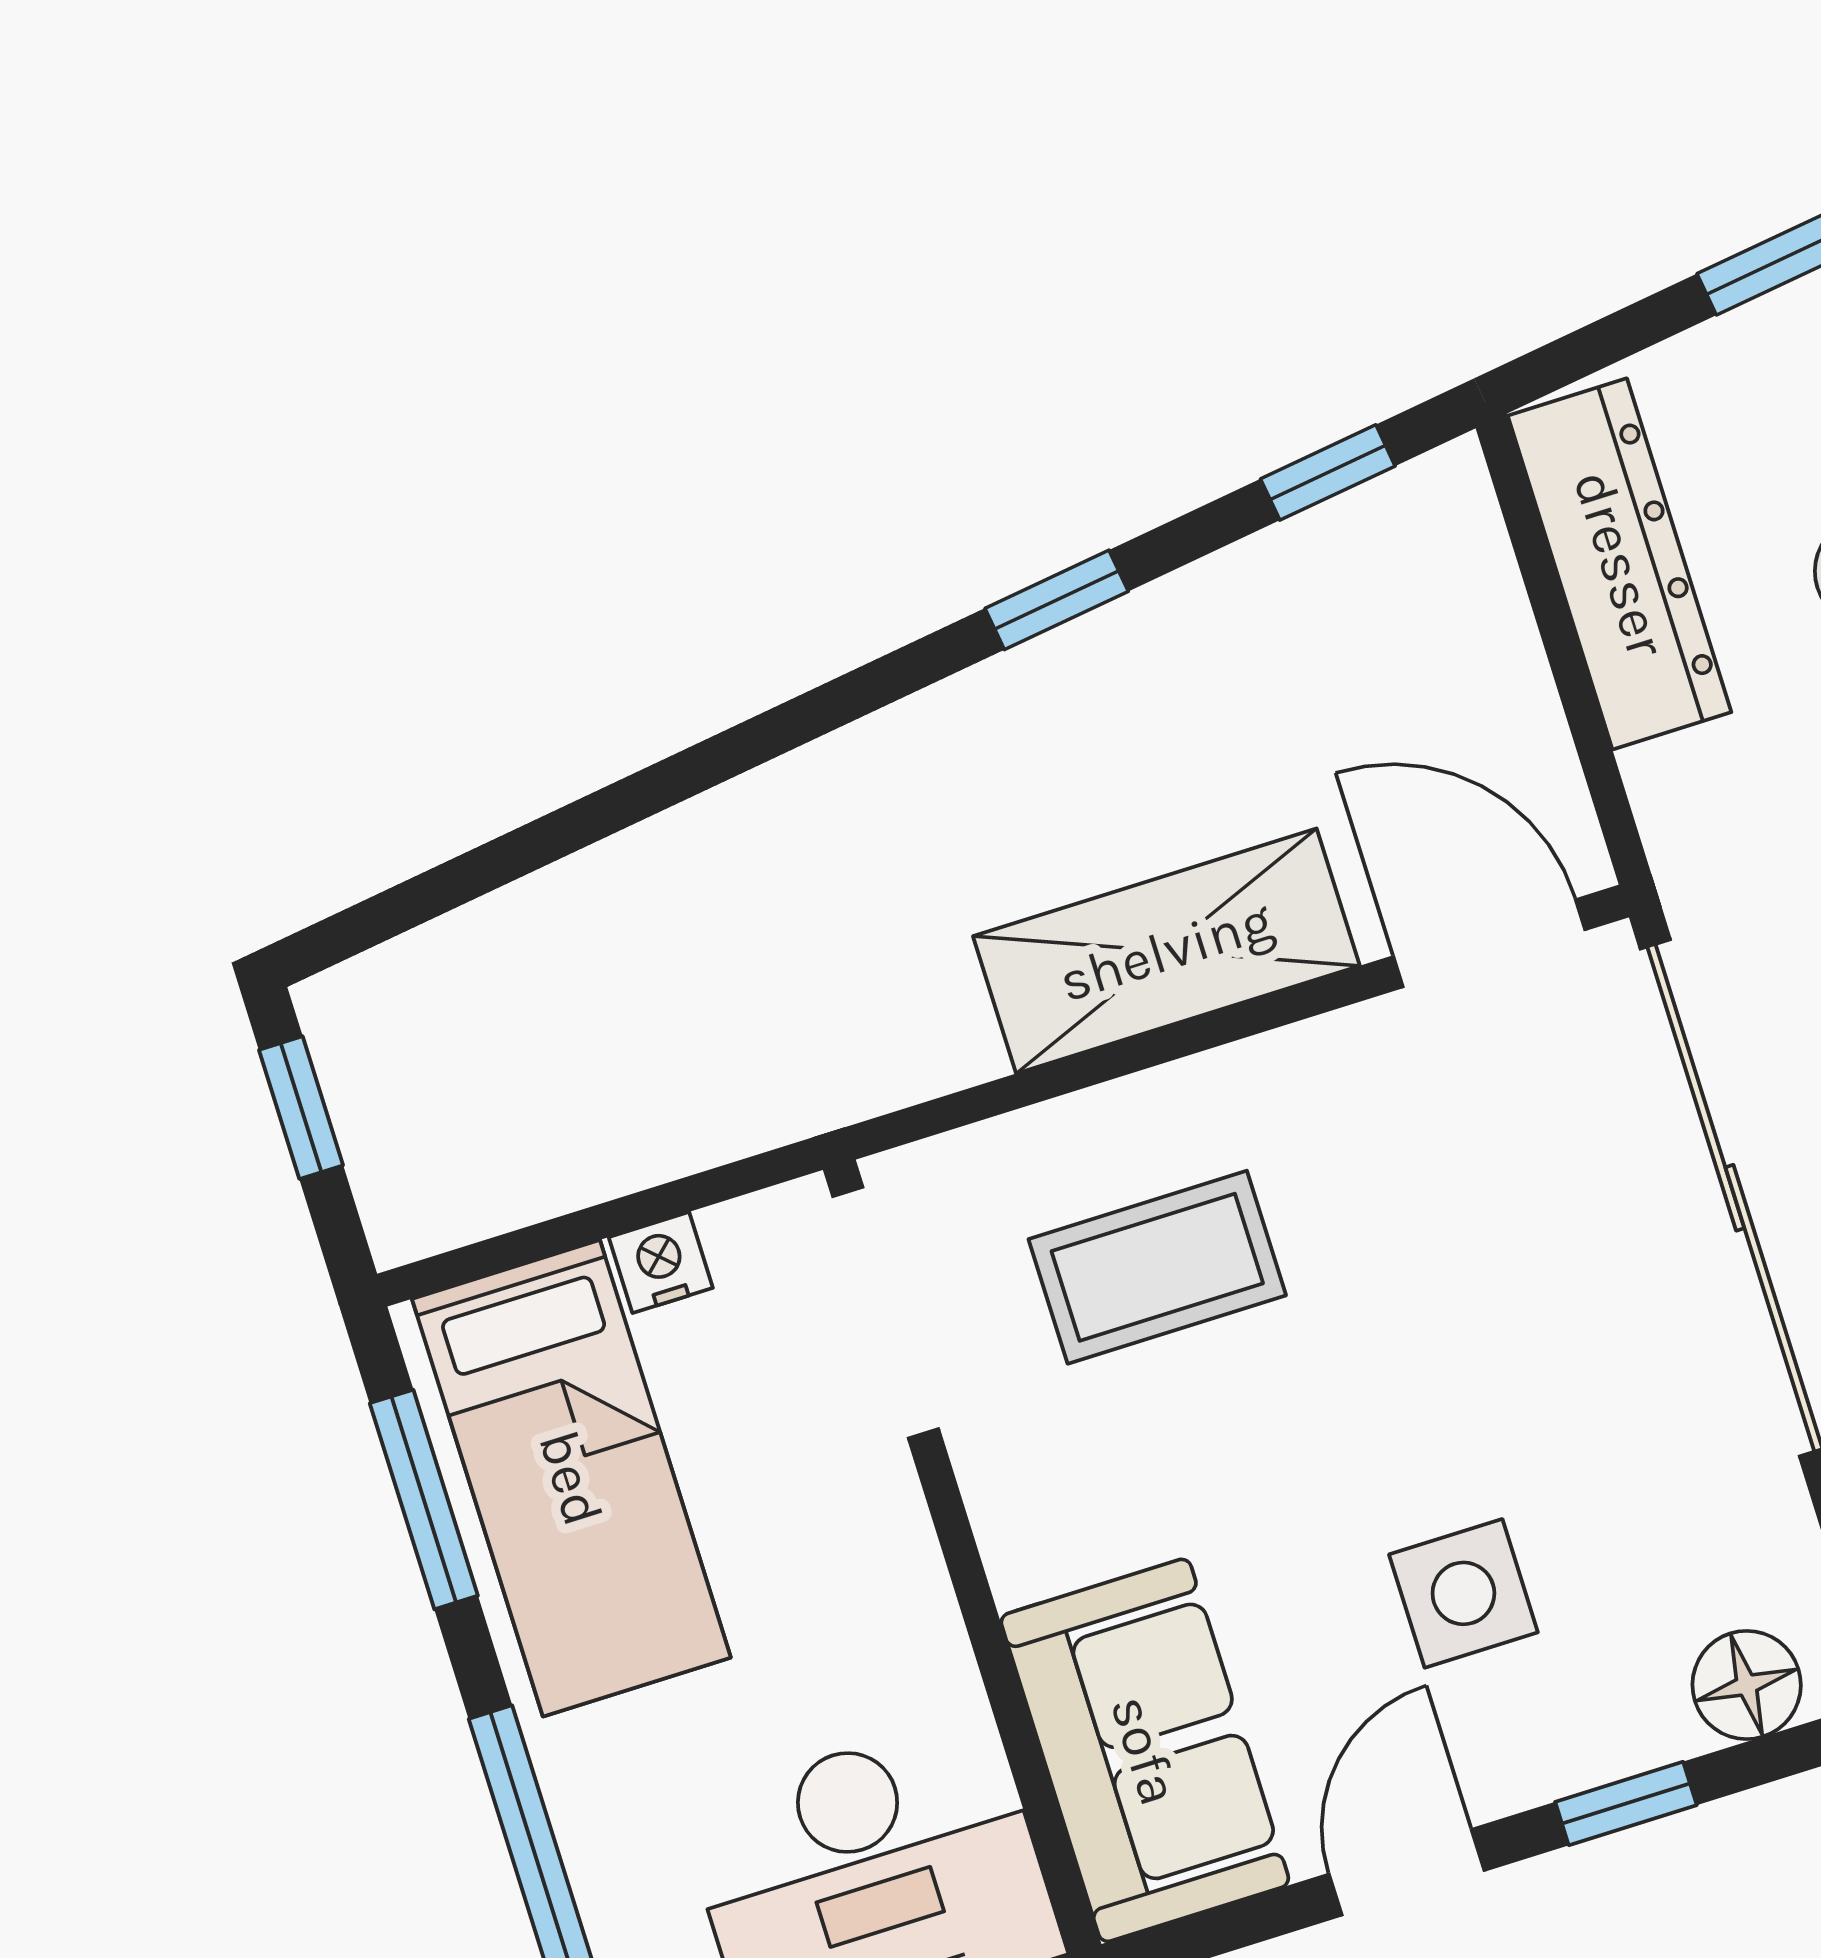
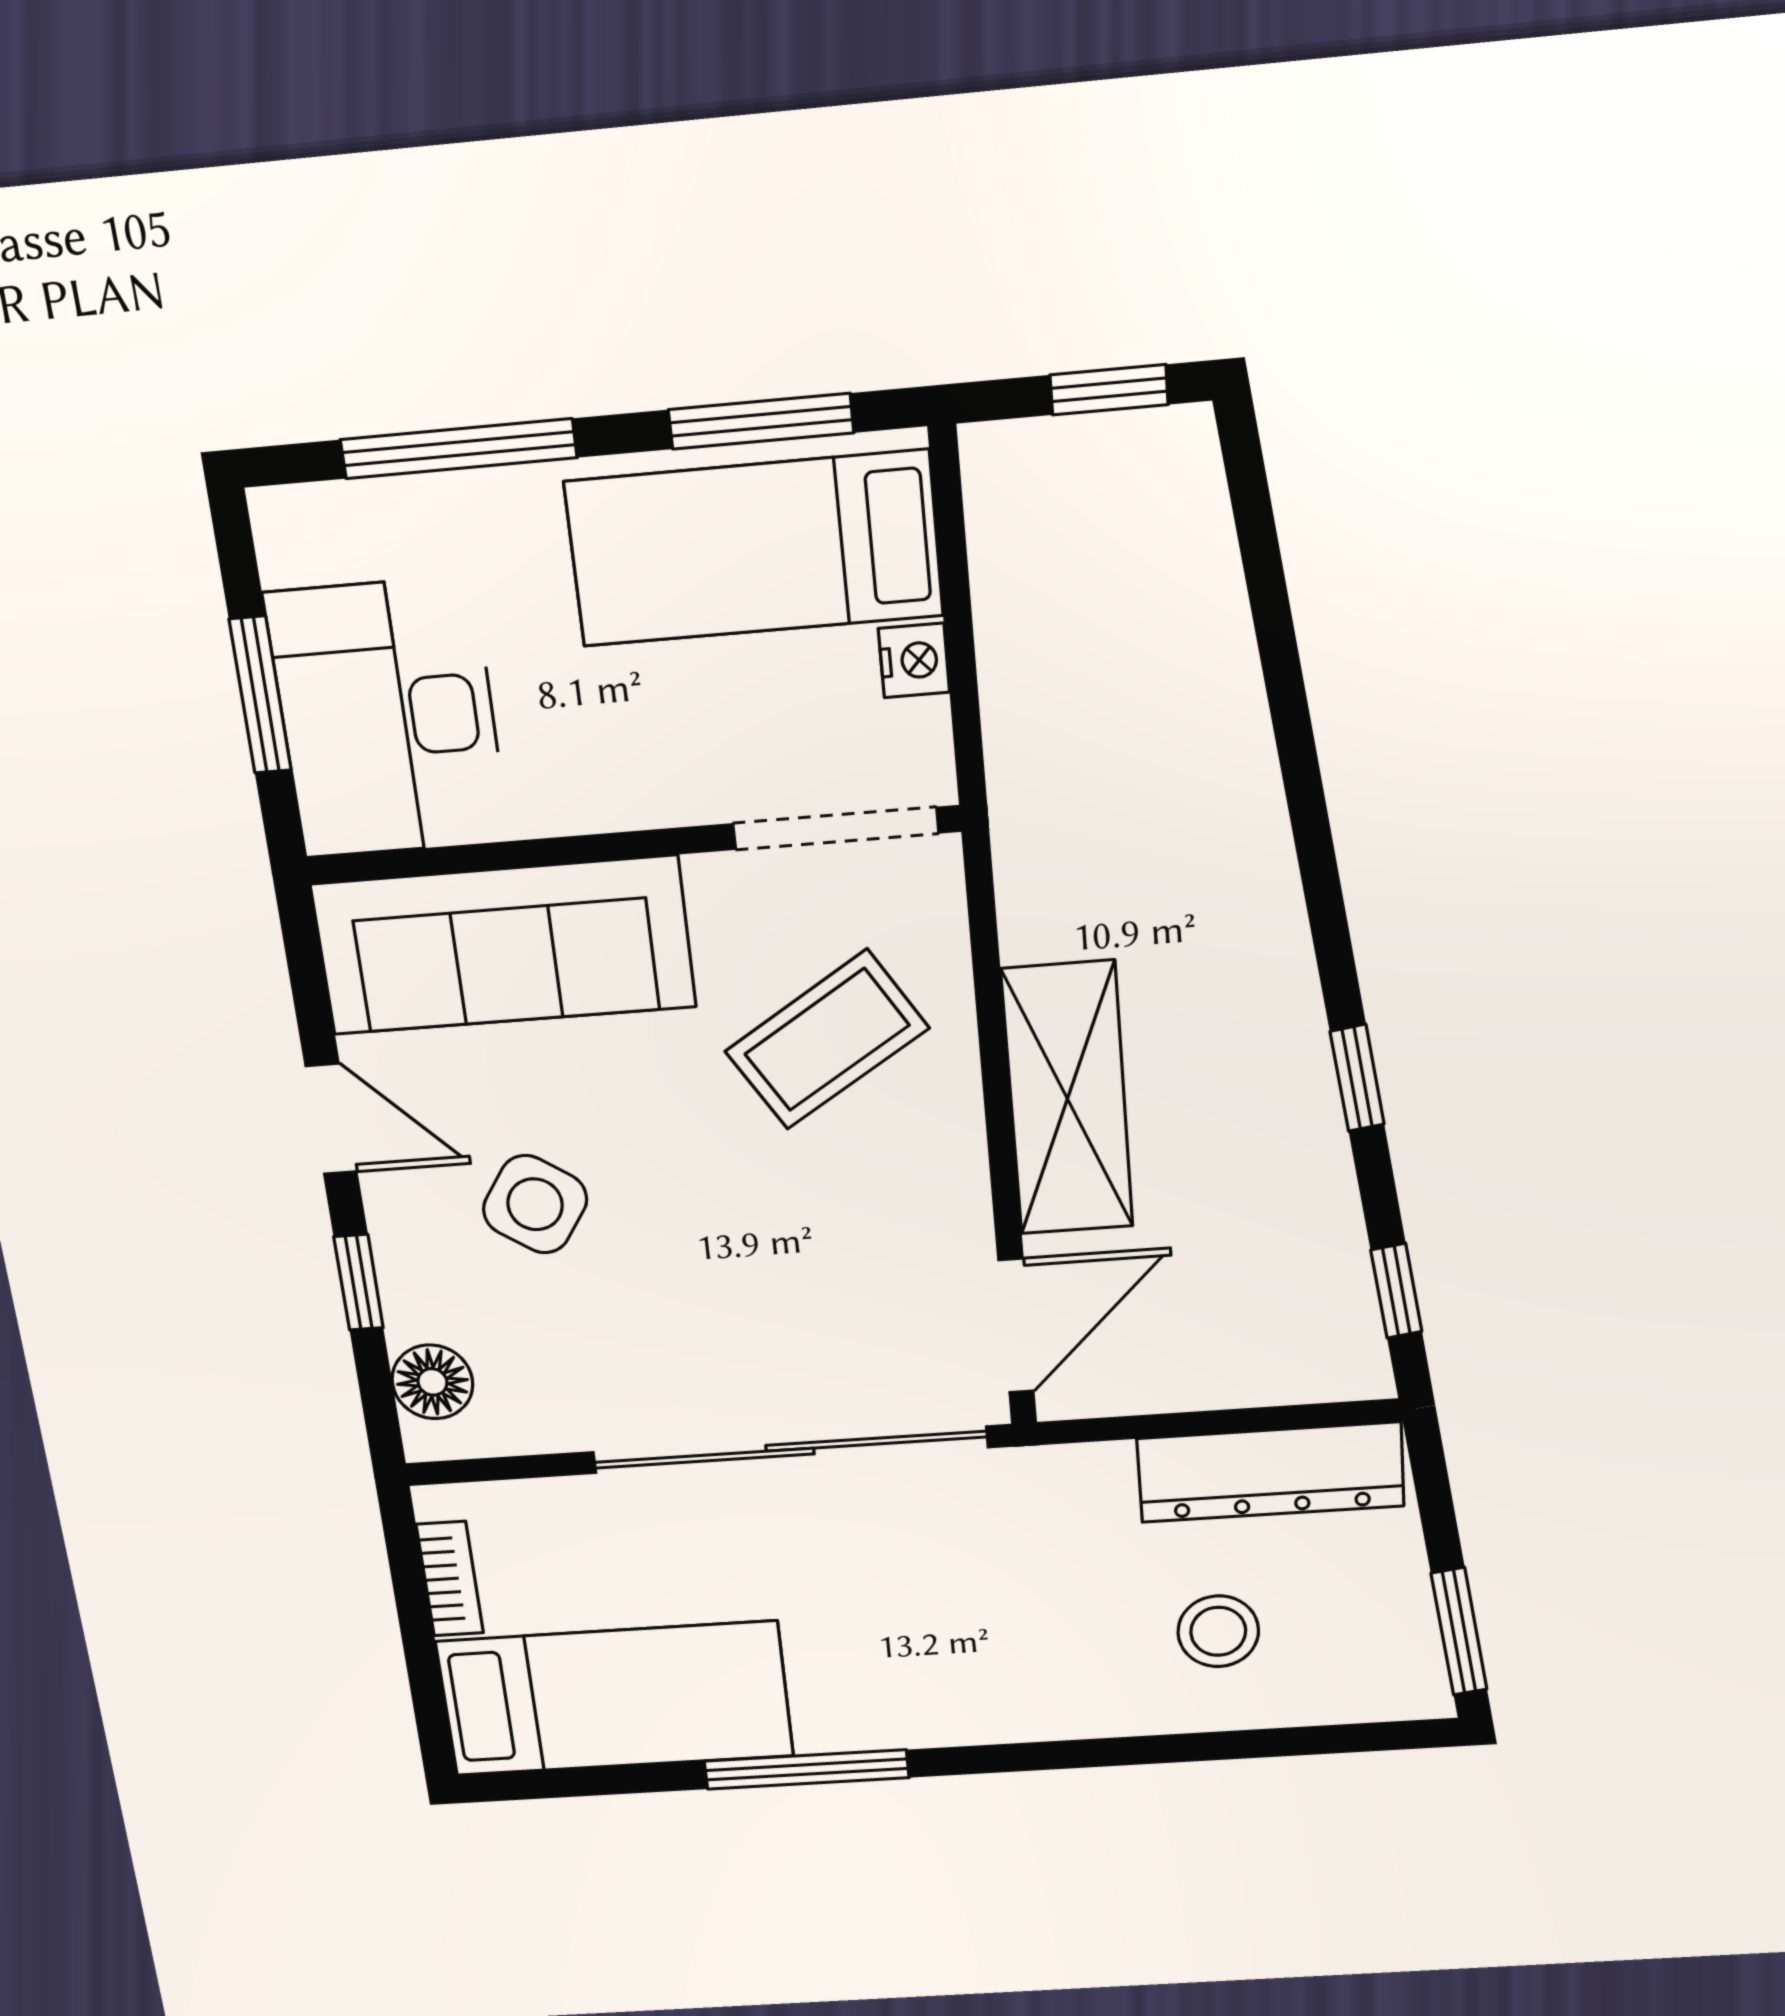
coffee table: (1157, 1267) -> (827, 1040), turned 58
side table: (1463, 1593) -> (535, 1204), turned 34
sofa: (1145, 1750) -> (504, 946), width x1.36

